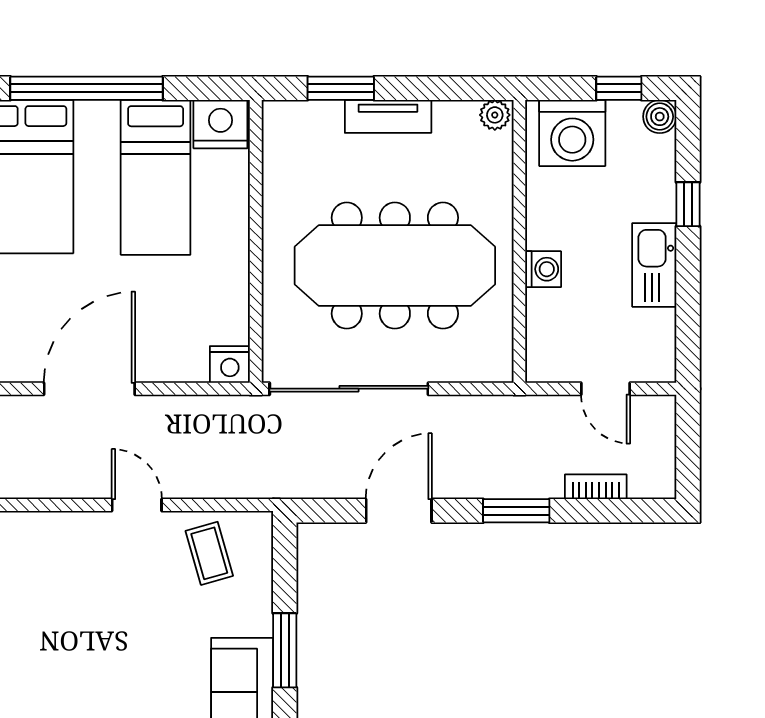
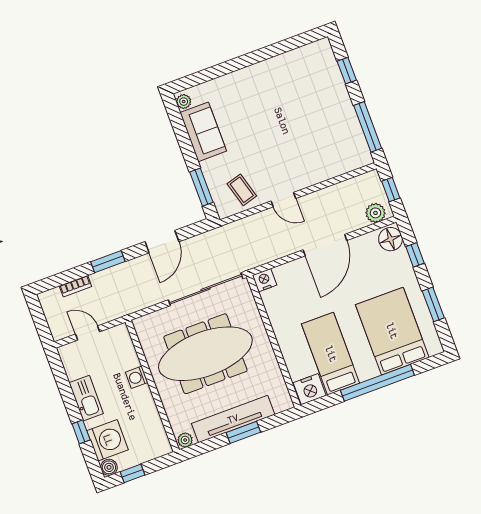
window: (341, 88) -> (243, 432), moved
tv unit: (388, 116) -> (233, 419), width x1.92, depth x1.29
washing machine: (572, 133) -> (108, 440), moved, turned 90
window: (285, 650) -> (201, 187), moved

